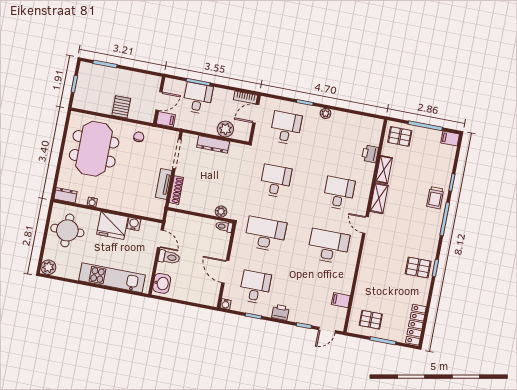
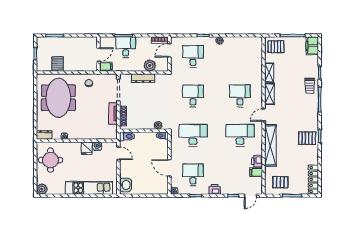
server rack: (121, 107) -> (58, 64), moved
filing cabinet: (450, 139) -> (312, 46), width x2.00
printer: (370, 154) -> (257, 161), moved
door: (365, 225) -> (264, 115), hinge flipped
fridge: (112, 226) -> (87, 148), width x0.53, depth x0.75
toilet: (169, 257) -> (127, 136), moved
shelving: (367, 268) -> (270, 145), added

